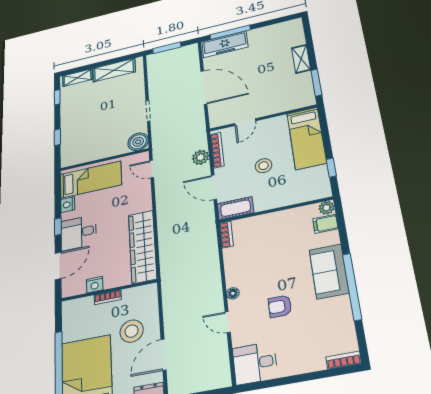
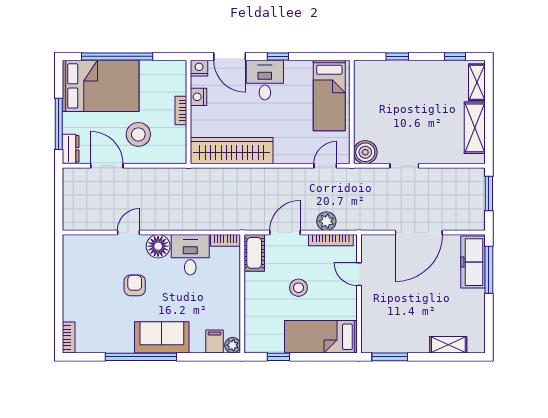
shelving: (301, 59) -> (448, 345), moved
nightstand: (68, 205) -> (199, 68), moved
floor lamp: (233, 293) -> (158, 246), width x1.89, depth x1.89
desk: (255, 363) -> (190, 255), moved

